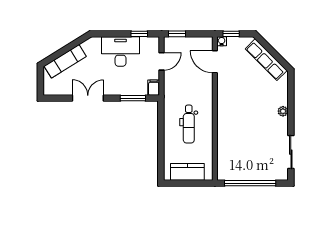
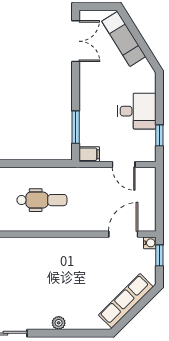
window: (177, 34) -> (159, 185), removed
desk: (121, 51) -> (137, 111), width x0.73
double door: (88, 98) -> (76, 41), moved
dental chair: (189, 124) -> (42, 200), turned 180

